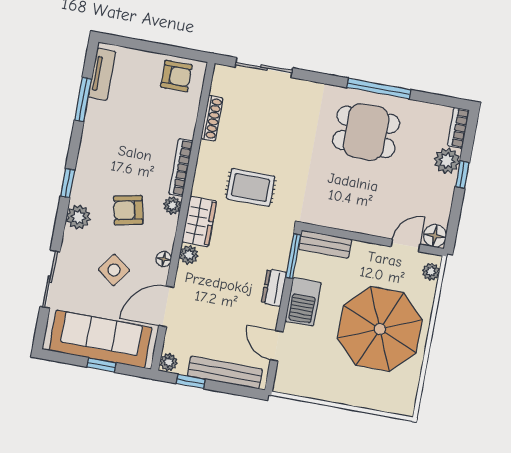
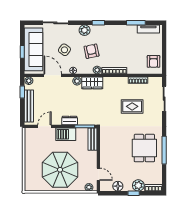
rug: (251, 187) -> (132, 106), moved, turned 90
floor lamp: (435, 236) -> (118, 186), moved

